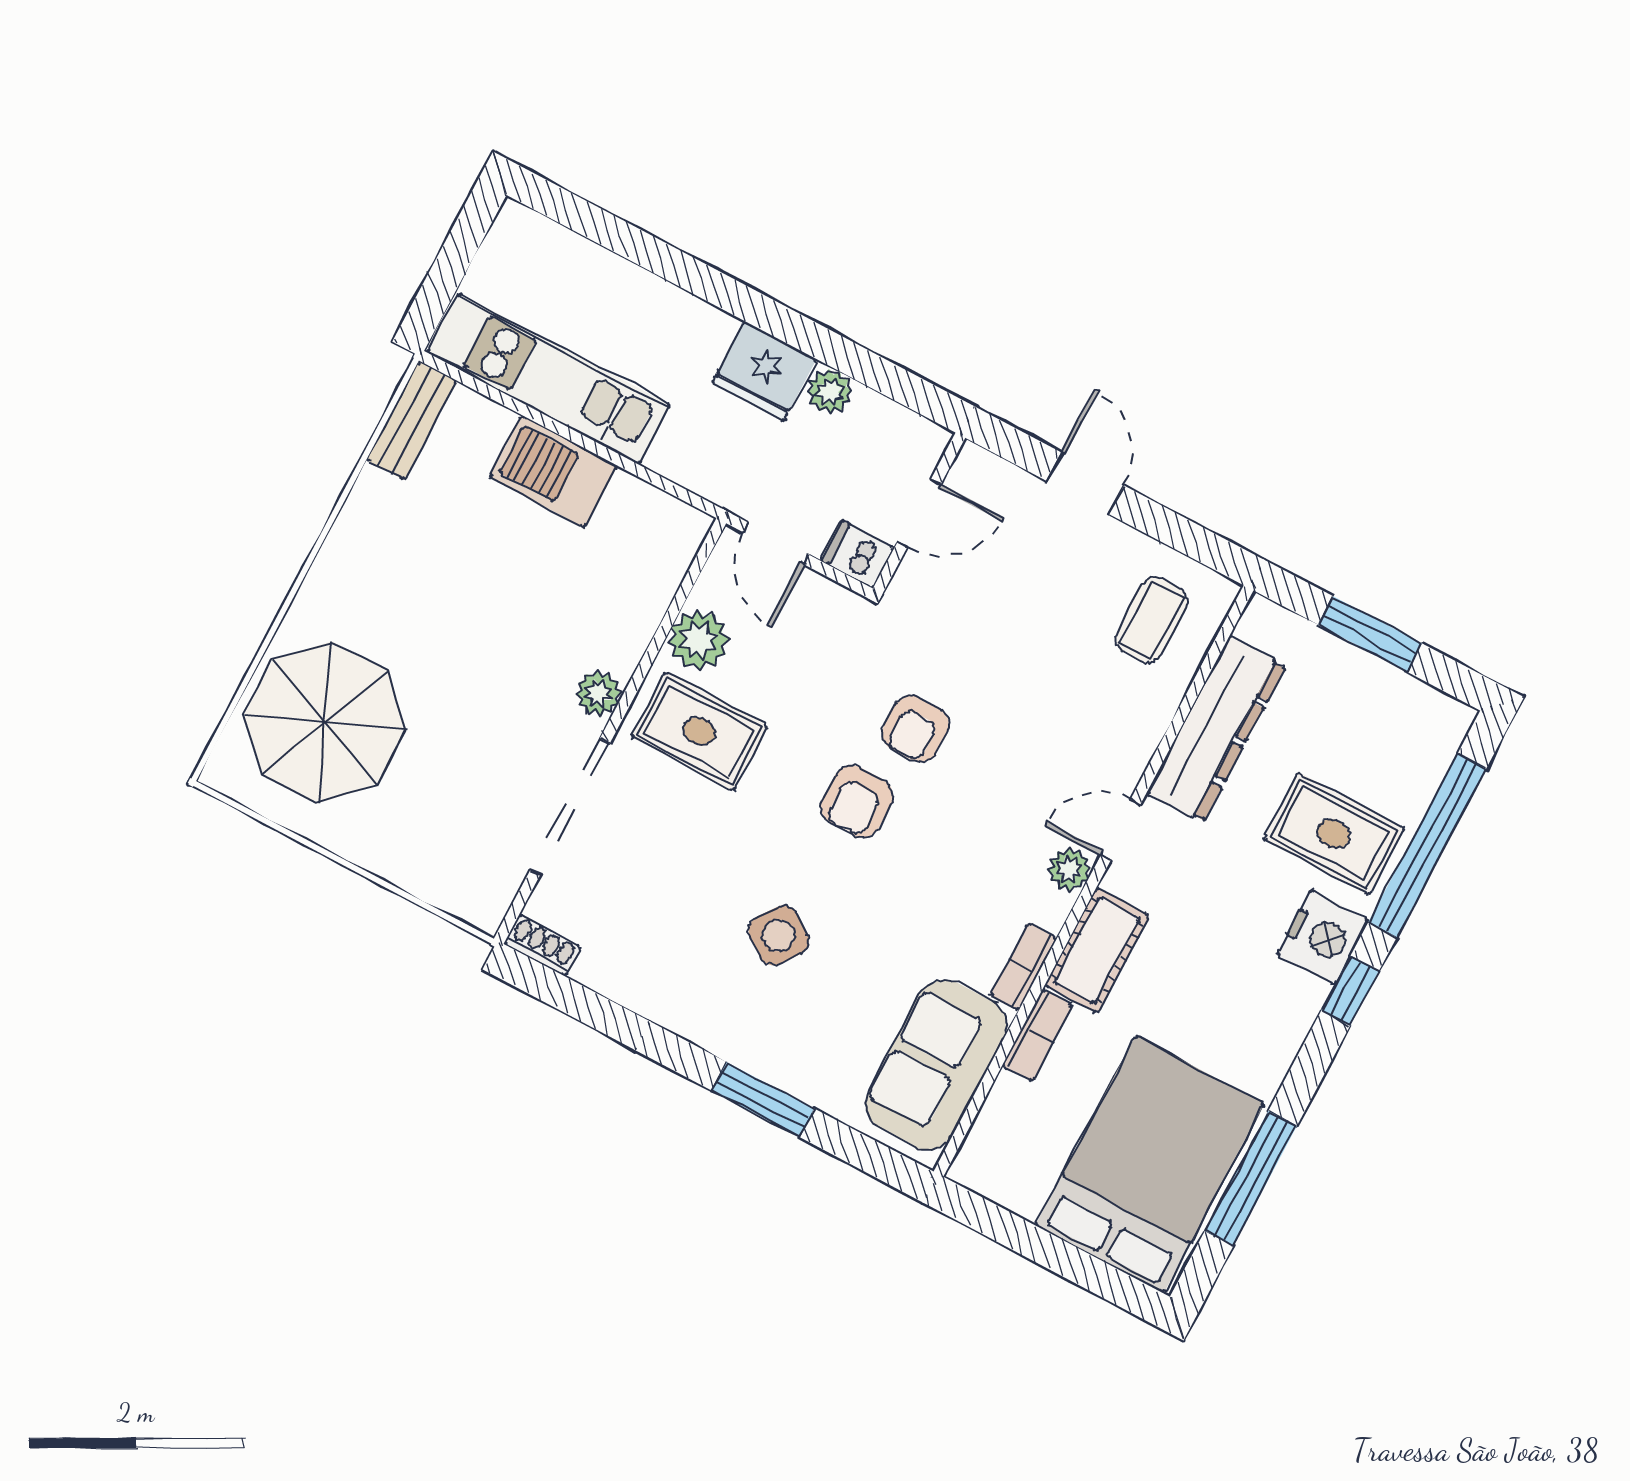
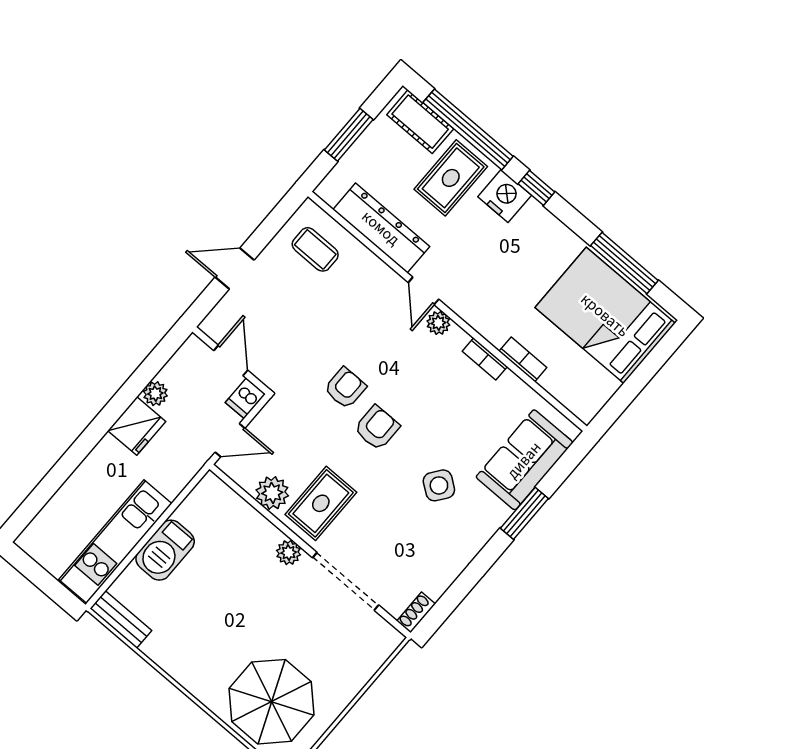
armchair: (915, 729) -> (345, 388), turned -90
armchair: (857, 801) -> (377, 428), turned -90
cot: (1097, 950) -> (420, 122), moved
sofa: (936, 1065) -> (524, 460), moved, turned 90

